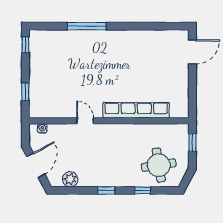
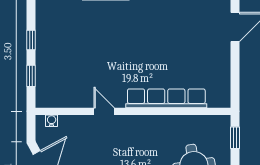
window: (25, 45) -> (31, 40), moved

